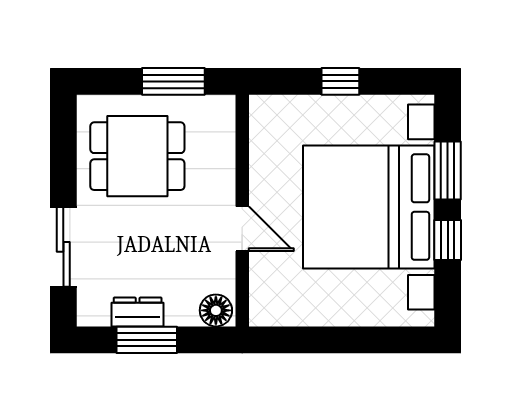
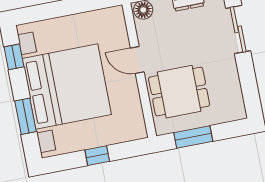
dining table: (137, 156) -> (179, 92), moved
window: (448, 240) -> (14, 57), moved

